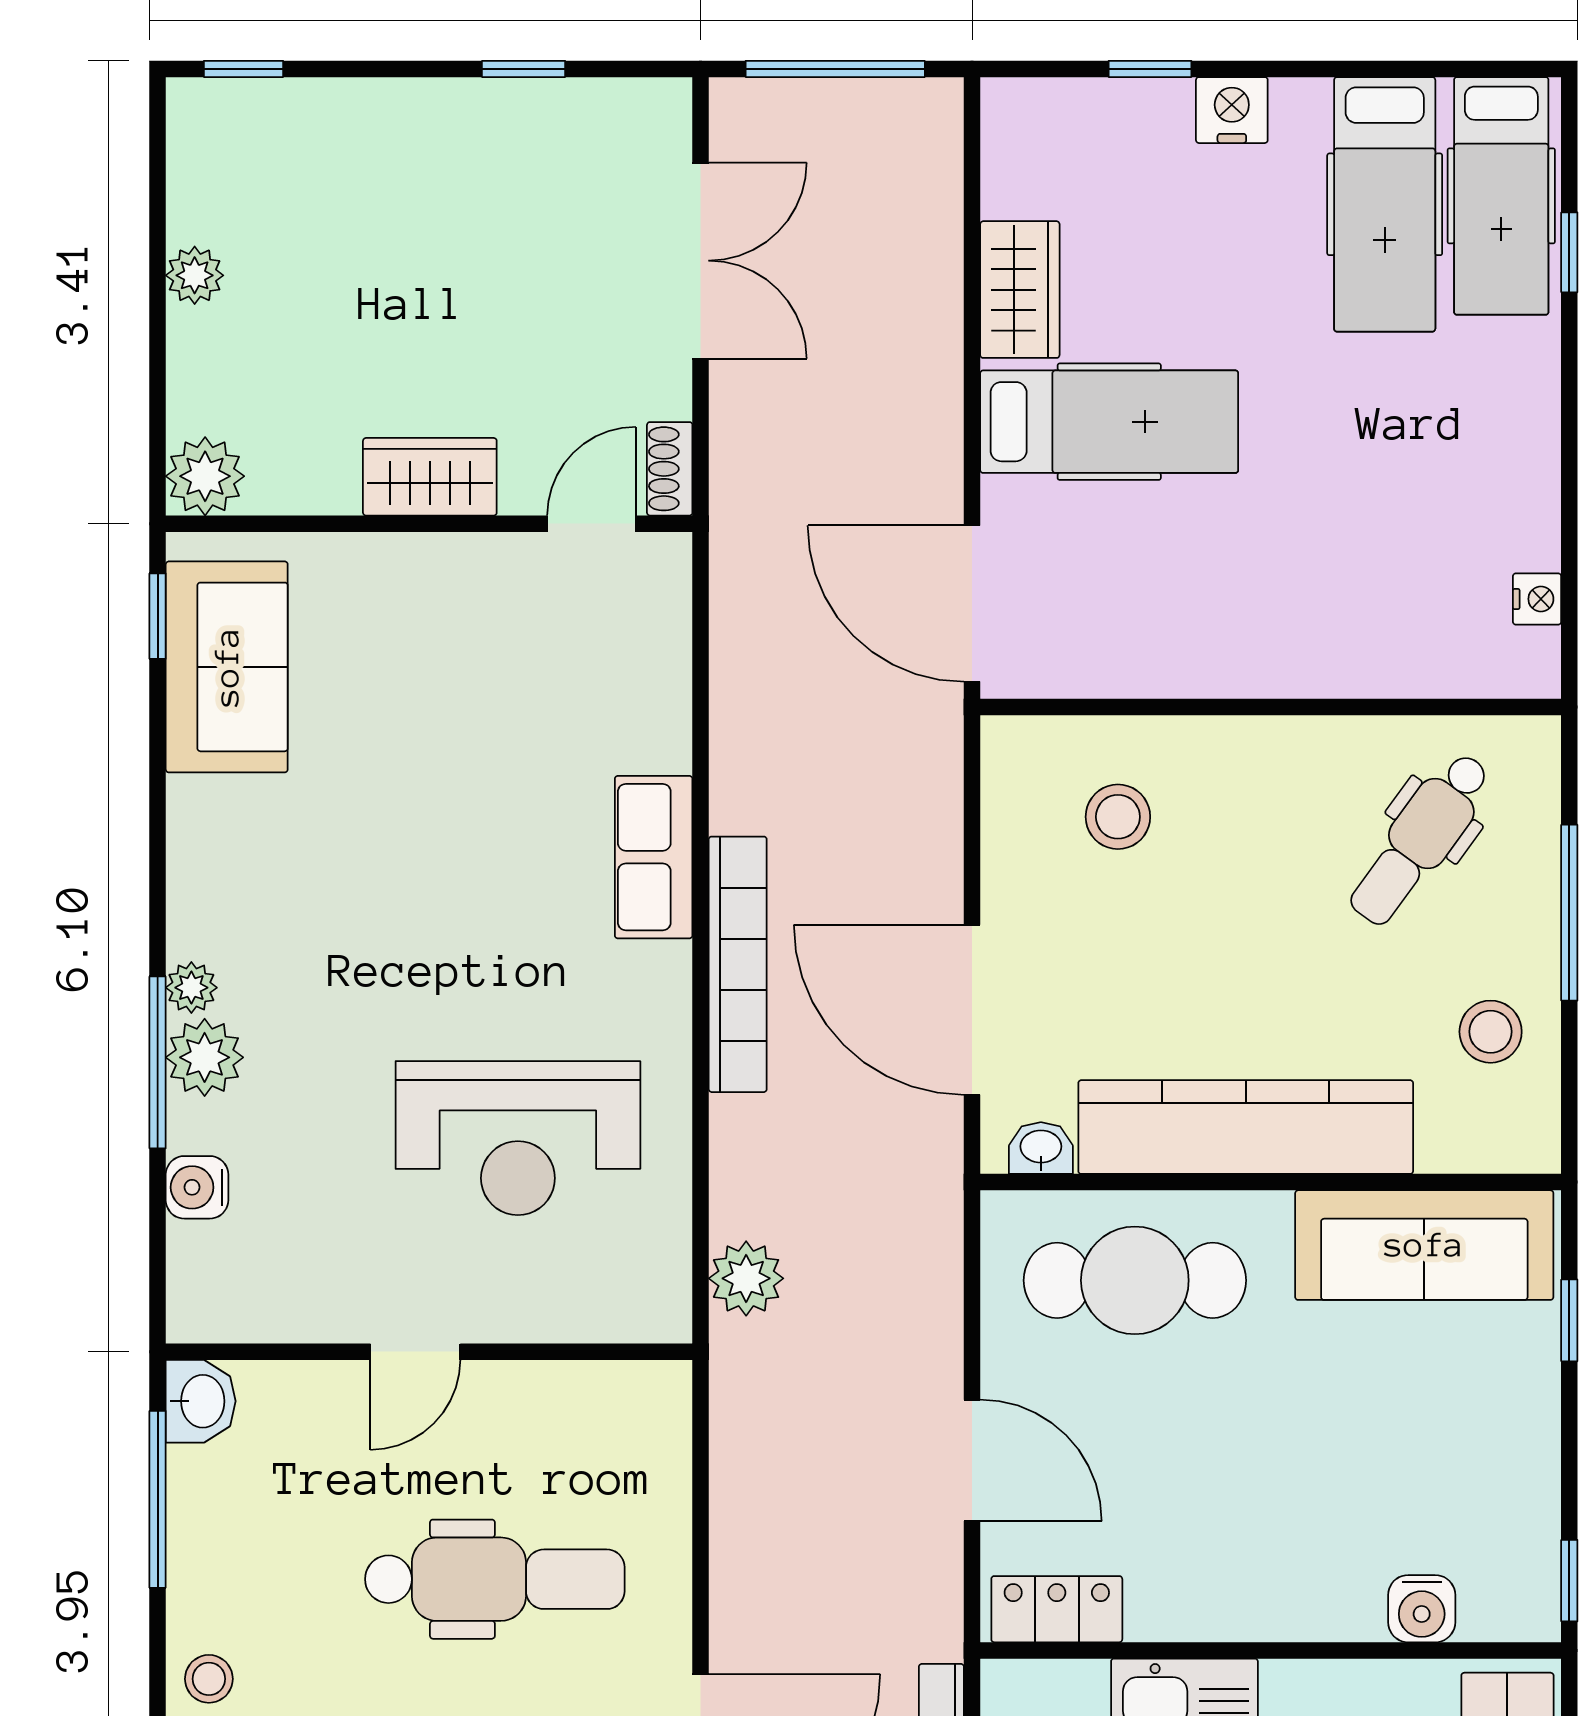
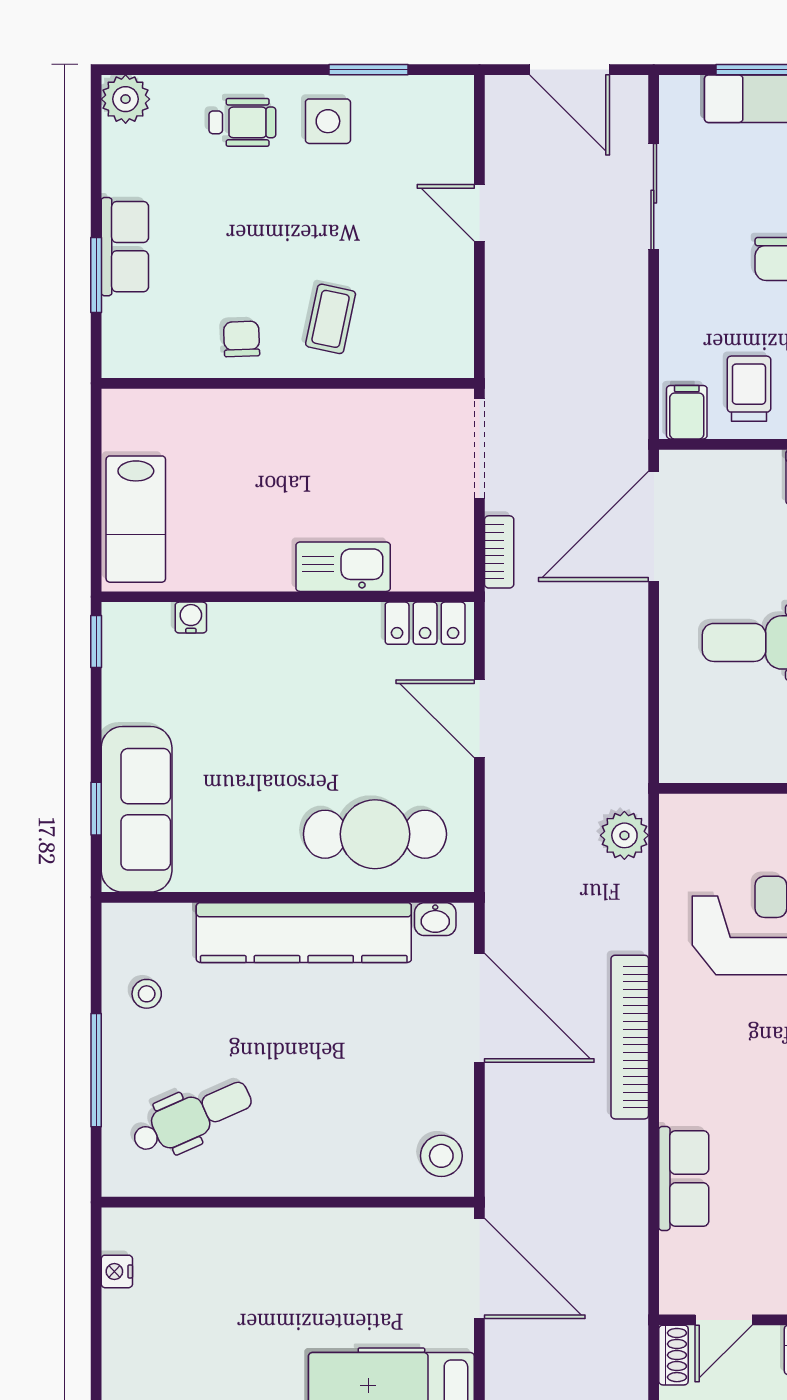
stool: (1118, 817) -> (441, 1156), moved
dental chair: (1420, 839) -> (192, 1117), turned 30
row of seats: (654, 857) -> (684, 1179), moved
stool: (1491, 1032) -> (147, 994), width x0.73, depth x0.73
sofa: (1424, 1245) -> (137, 809), moved, turned 90
water cooler: (1422, 1609) -> (191, 618), width x0.72, depth x0.72

